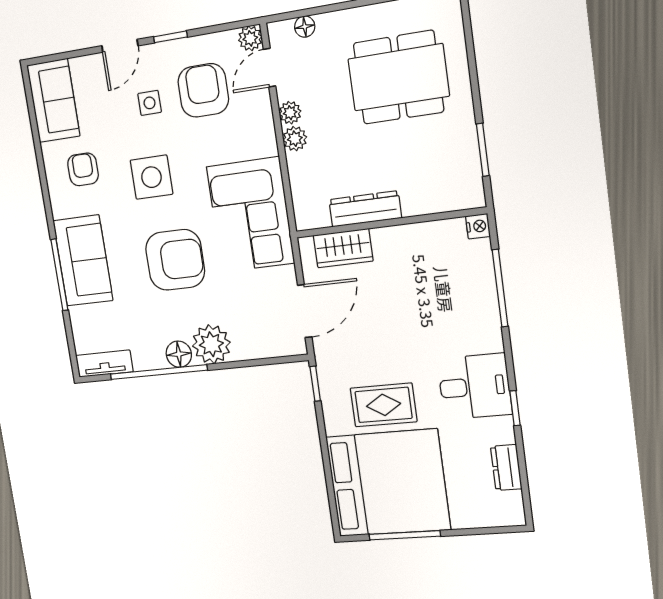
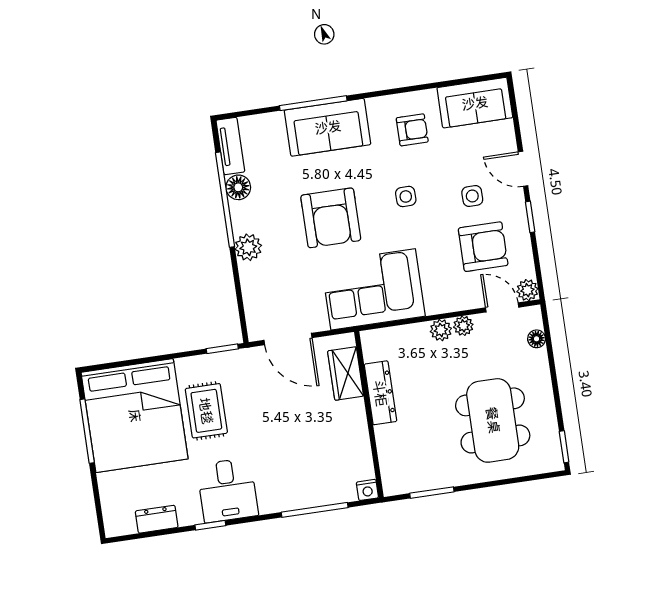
side table: (151, 177) -> (406, 196), width x0.54, depth x0.54
plant: (211, 344) -> (248, 247), width x0.73, depth x0.73
floor lamp: (179, 354) -> (238, 187), moved

